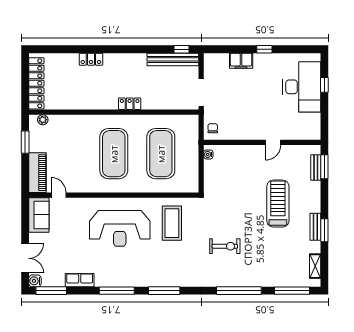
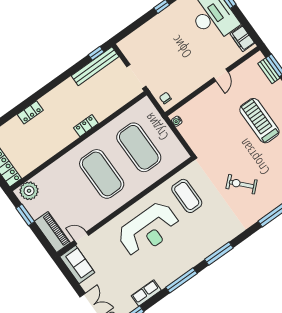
filing cabinet: (241, 61) -> (242, 38), moved, turned 90
plant: (43, 120) -> (29, 191), width x1.88, depth x1.88
exercise bike: (225, 246) -> (242, 184), turned -133

